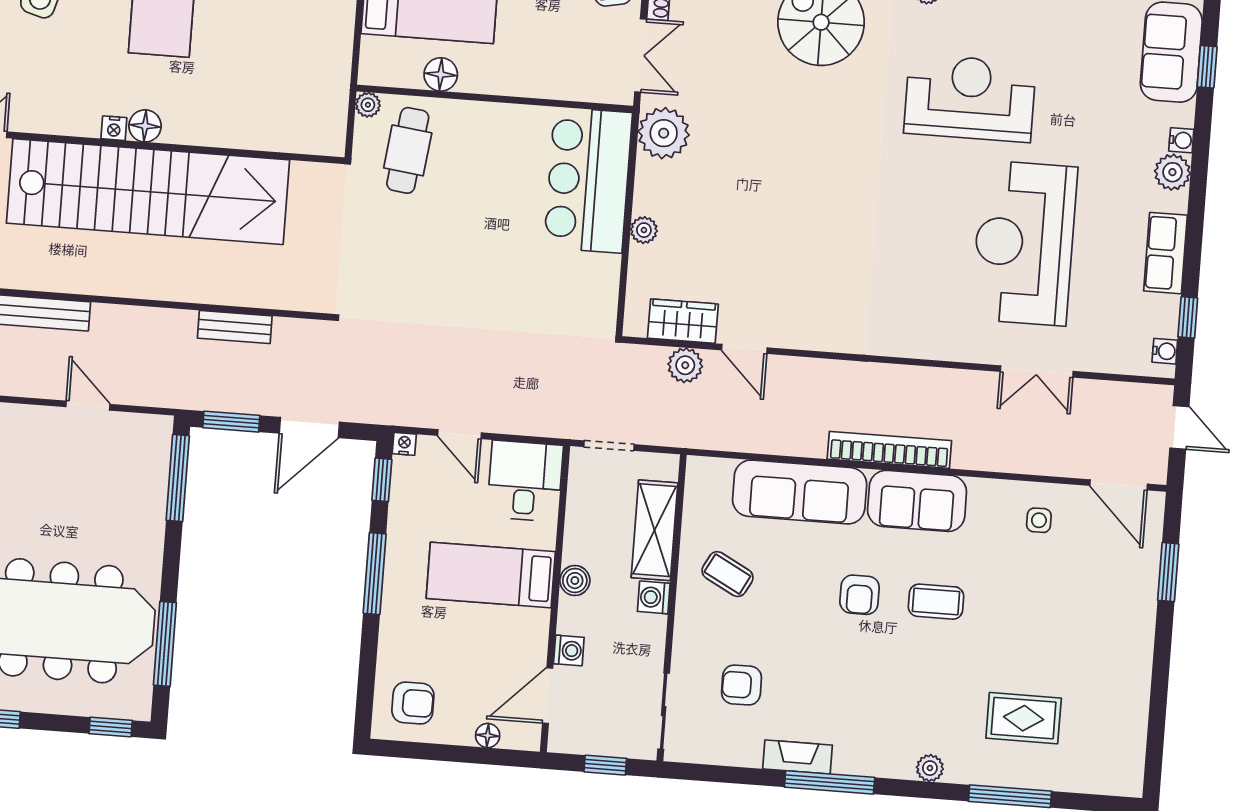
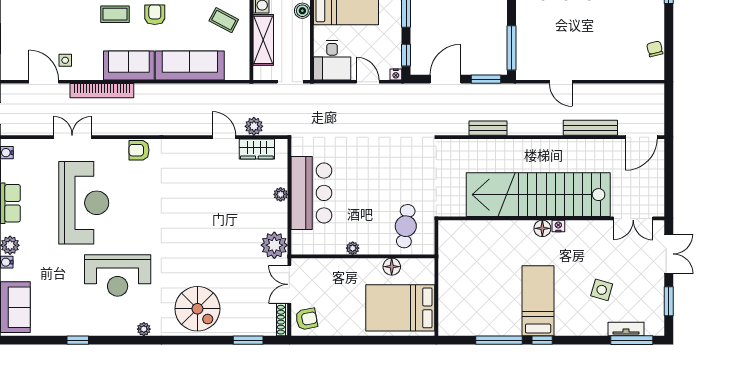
plant: (368, 105) -> (353, 248), moved
bar counter: (588, 180) -> (311, 193), moved
armchair: (910, 336) -> (139, 150), added
bookcase: (889, 450) -> (102, 91), moved
door: (1119, 485) -> (44, 82), moved

